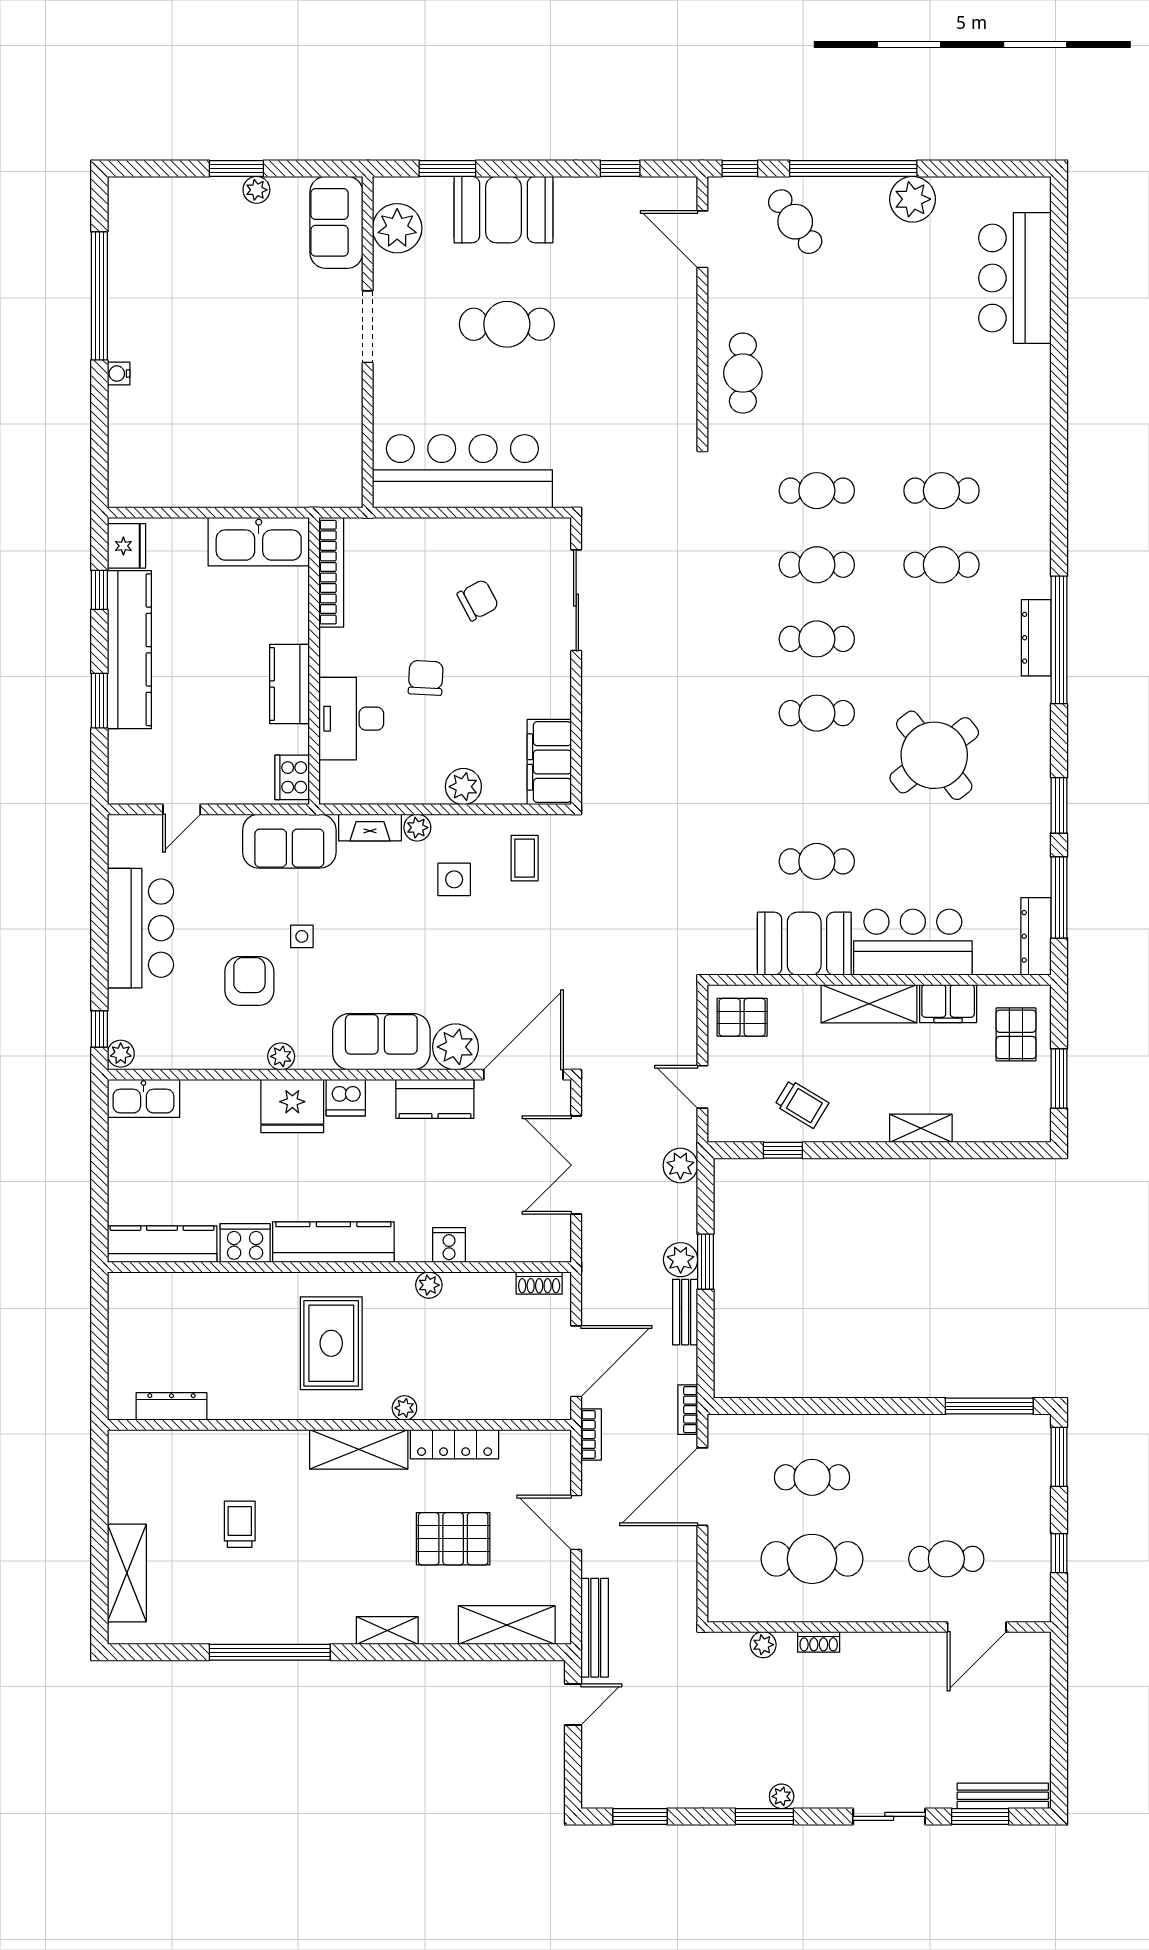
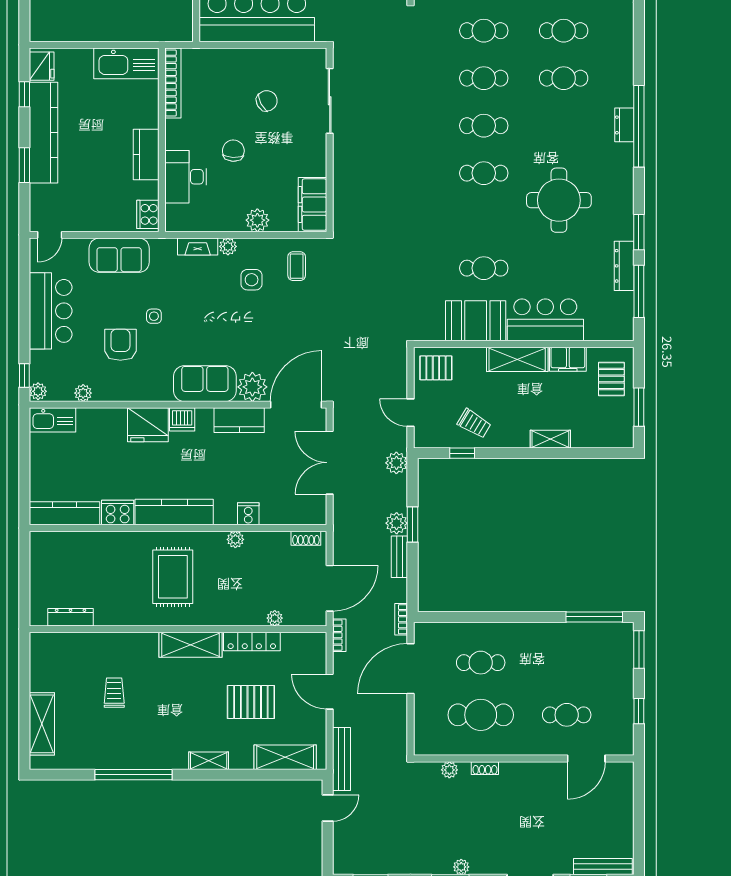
dresser: (1036, 638) -> (624, 125), width x0.70
round table: (934, 755) -> (559, 200), turned 38
door: (182, 809) -> (50, 235), moved
sofa: (289, 841) -> (119, 255), moved
dresser: (1036, 936) -> (624, 266), moved
plant: (281, 1056) -> (83, 393), moved
plant: (404, 1408) -> (275, 618), moved

